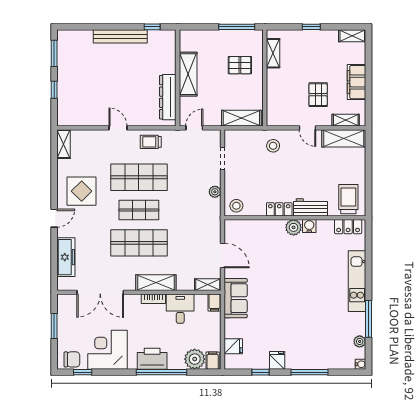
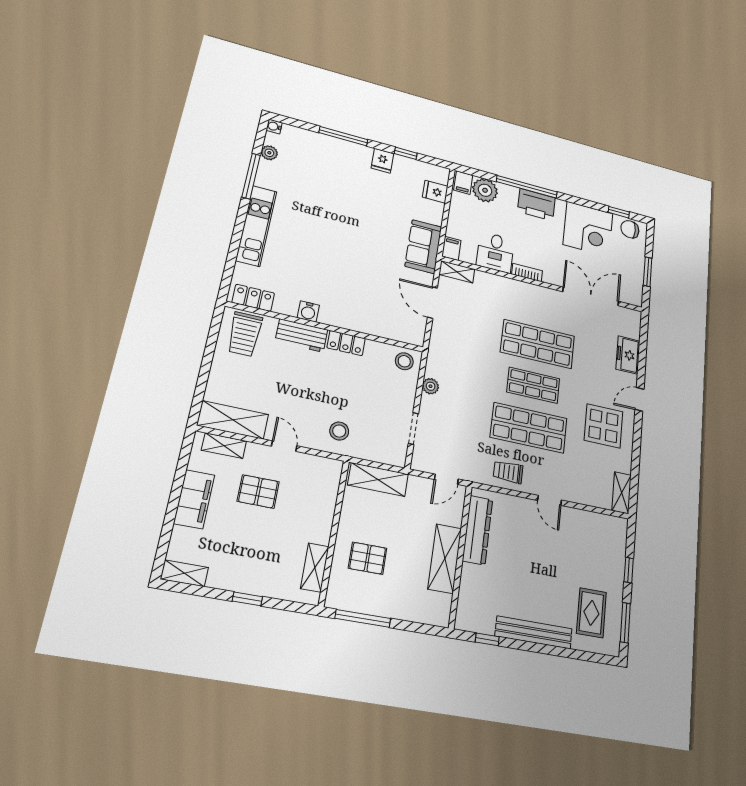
rug: (80, 56) -> (591, 613), added
pallet: (318, 95) -> (258, 491), turned 90
trolley: (151, 142) -> (508, 472), turned 180
plant: (294, 227) -> (331, 315), removed
freezer: (66, 257) -> (628, 355), width x0.71
shelving: (156, 283) -> (522, 291), removed

